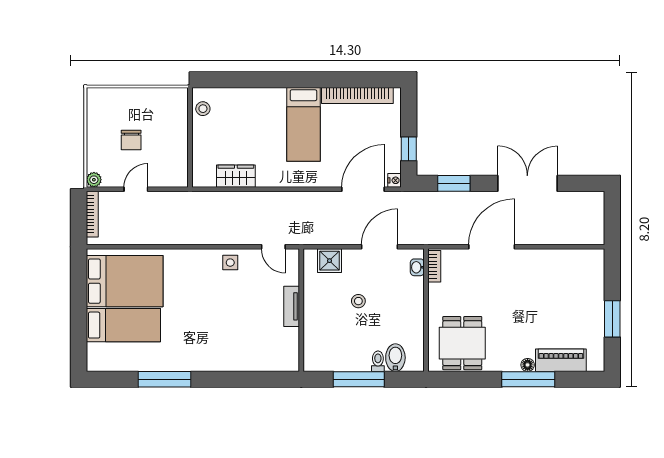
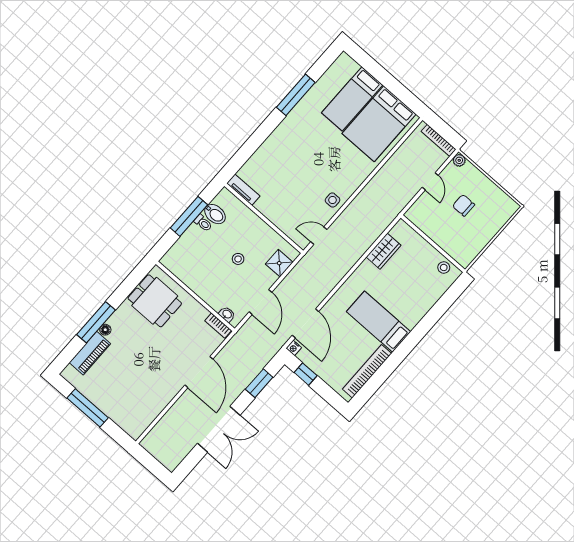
tv unit: (292, 306) -> (243, 190), moved
window: (612, 319) -> (88, 408), width x1.44
bidet: (395, 358) -> (215, 214), moved
toilet: (378, 361) -> (203, 223), moved

